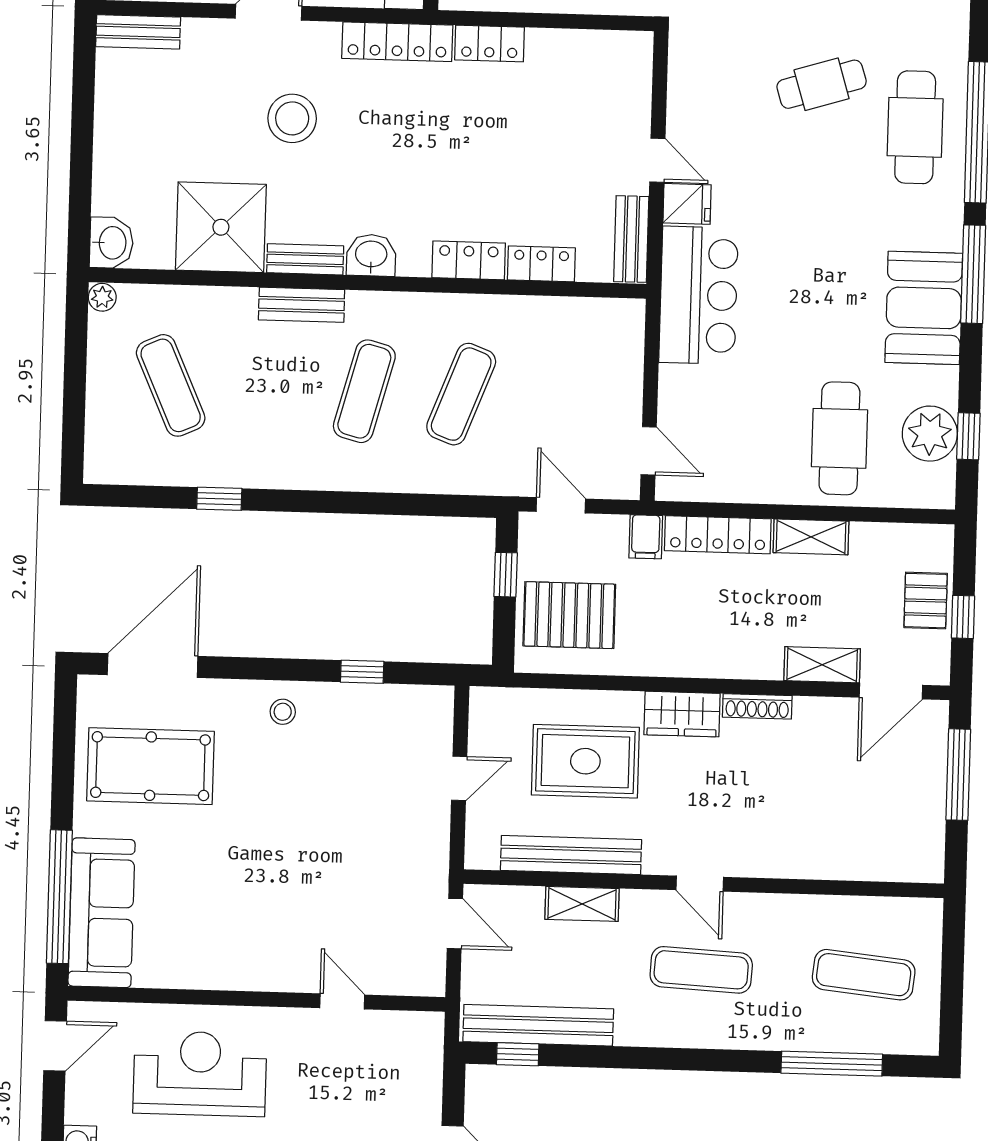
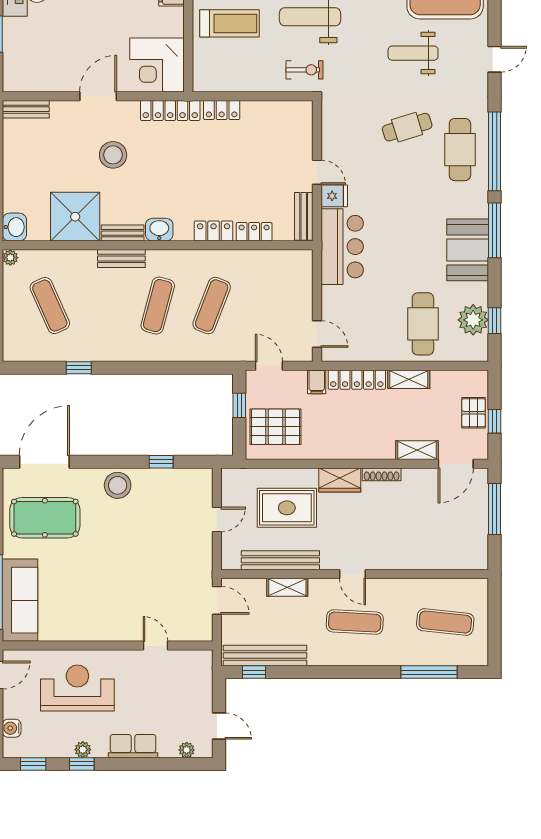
stool: (283, 712) -> (118, 485), width x1.89, depth x1.89

